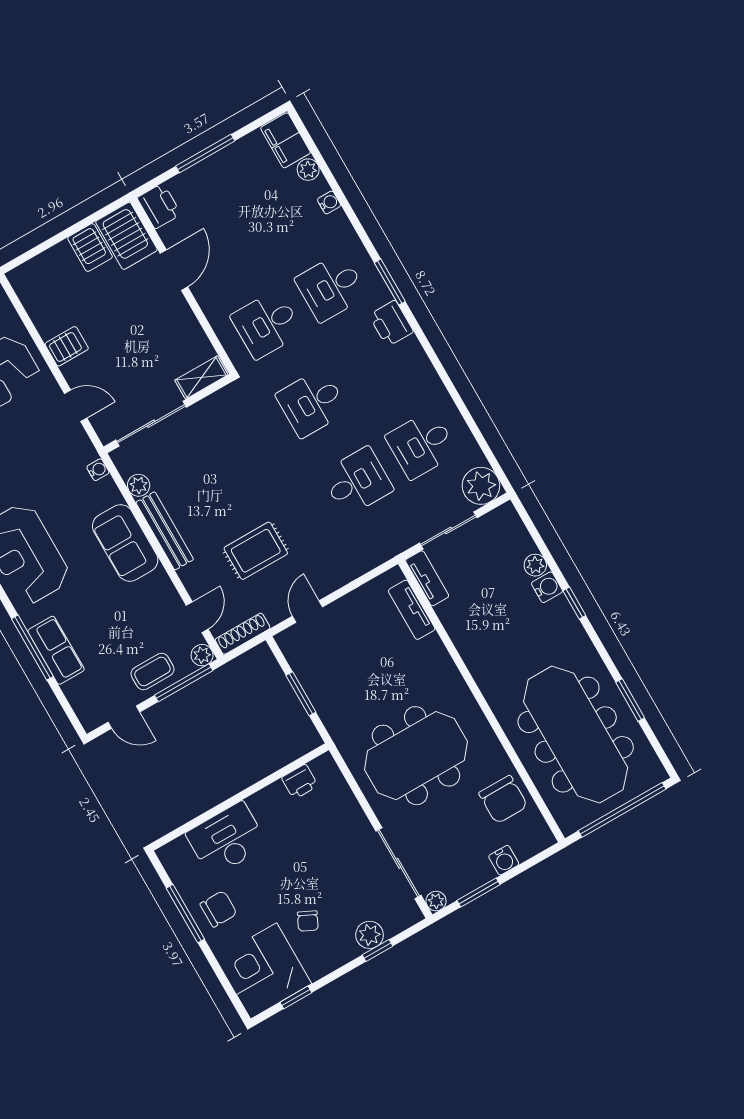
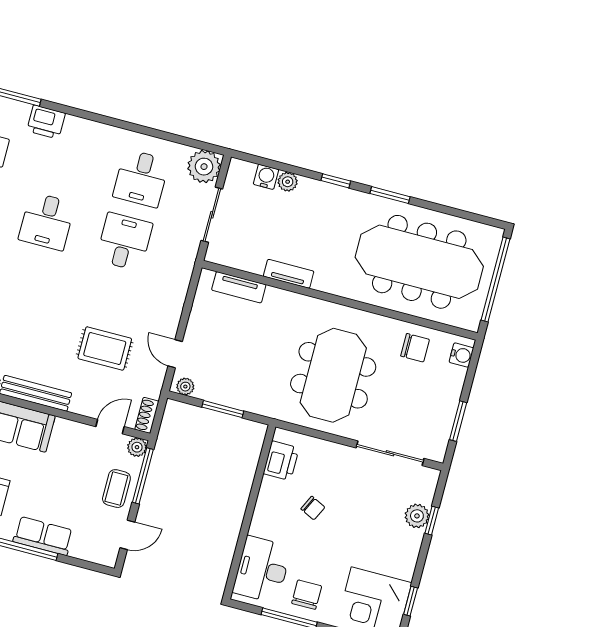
rug: (256, 551) -> (105, 348), turned 90
tv unit: (427, 578) -> (289, 274), moved
water cooler: (547, 587) -> (266, 177), moved
door: (197, 617) -> (110, 427), hinge flipped
shoe rack: (243, 634) -> (147, 415), width x0.70
window: (630, 700) -> (390, 195), moved
printer: (300, 782) -> (281, 461), width x1.36, depth x1.24
chair: (503, 800) -> (415, 348), width x0.73, depth x0.73
desk: (227, 839) -> (262, 570), moved
water cooler: (504, 860) -> (461, 355), moved
plant: (436, 901) -> (185, 387), moved
chair: (308, 921) -> (313, 508), moved

